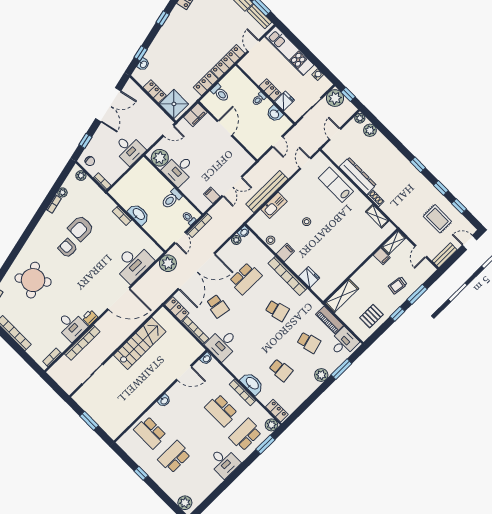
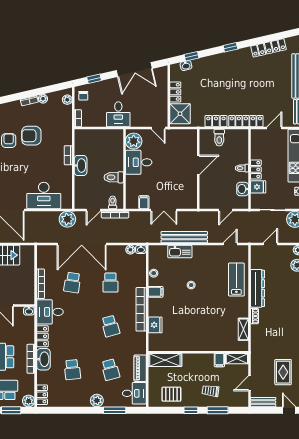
filing cabinet: (195, 115) -> (187, 136), removed
school desk: (245, 278) -> (110, 283), width x0.54
locker: (177, 309) -> (42, 336), moved

